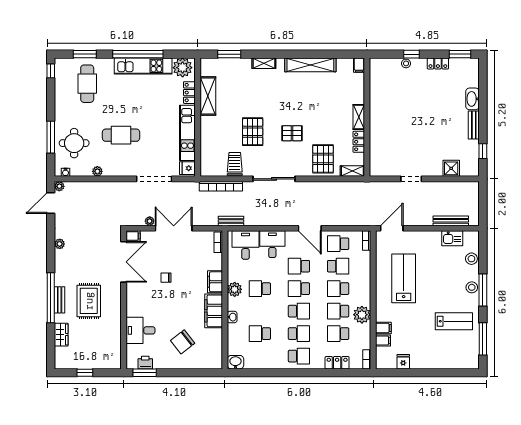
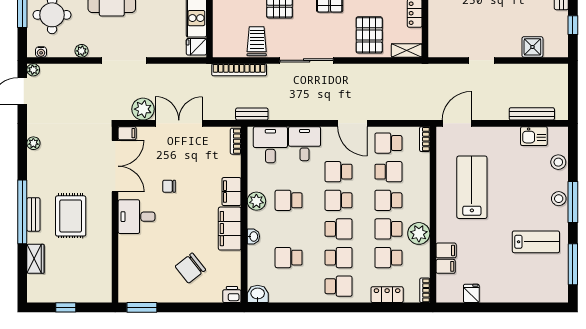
doorway: (154, 179) -> (124, 60), moved
plant: (150, 221) -> (143, 109), width x1.88, depth x1.88
desk: (140, 330) -> (137, 217), moved
printer: (145, 363) -> (232, 295), moved

